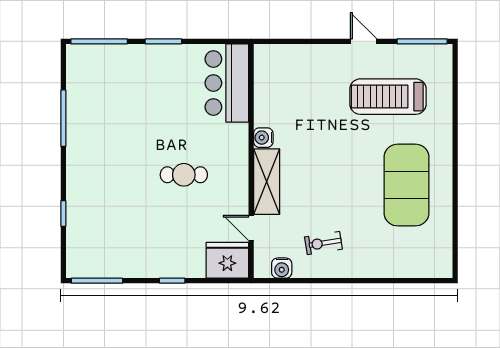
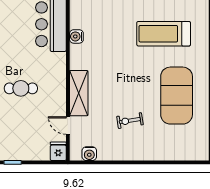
water cooler: (263, 138) -> (76, 36), moved
exercise bike: (323, 243) -> (130, 121), moved
fridge: (227, 260) -> (58, 151), width x0.53, depth x0.75

